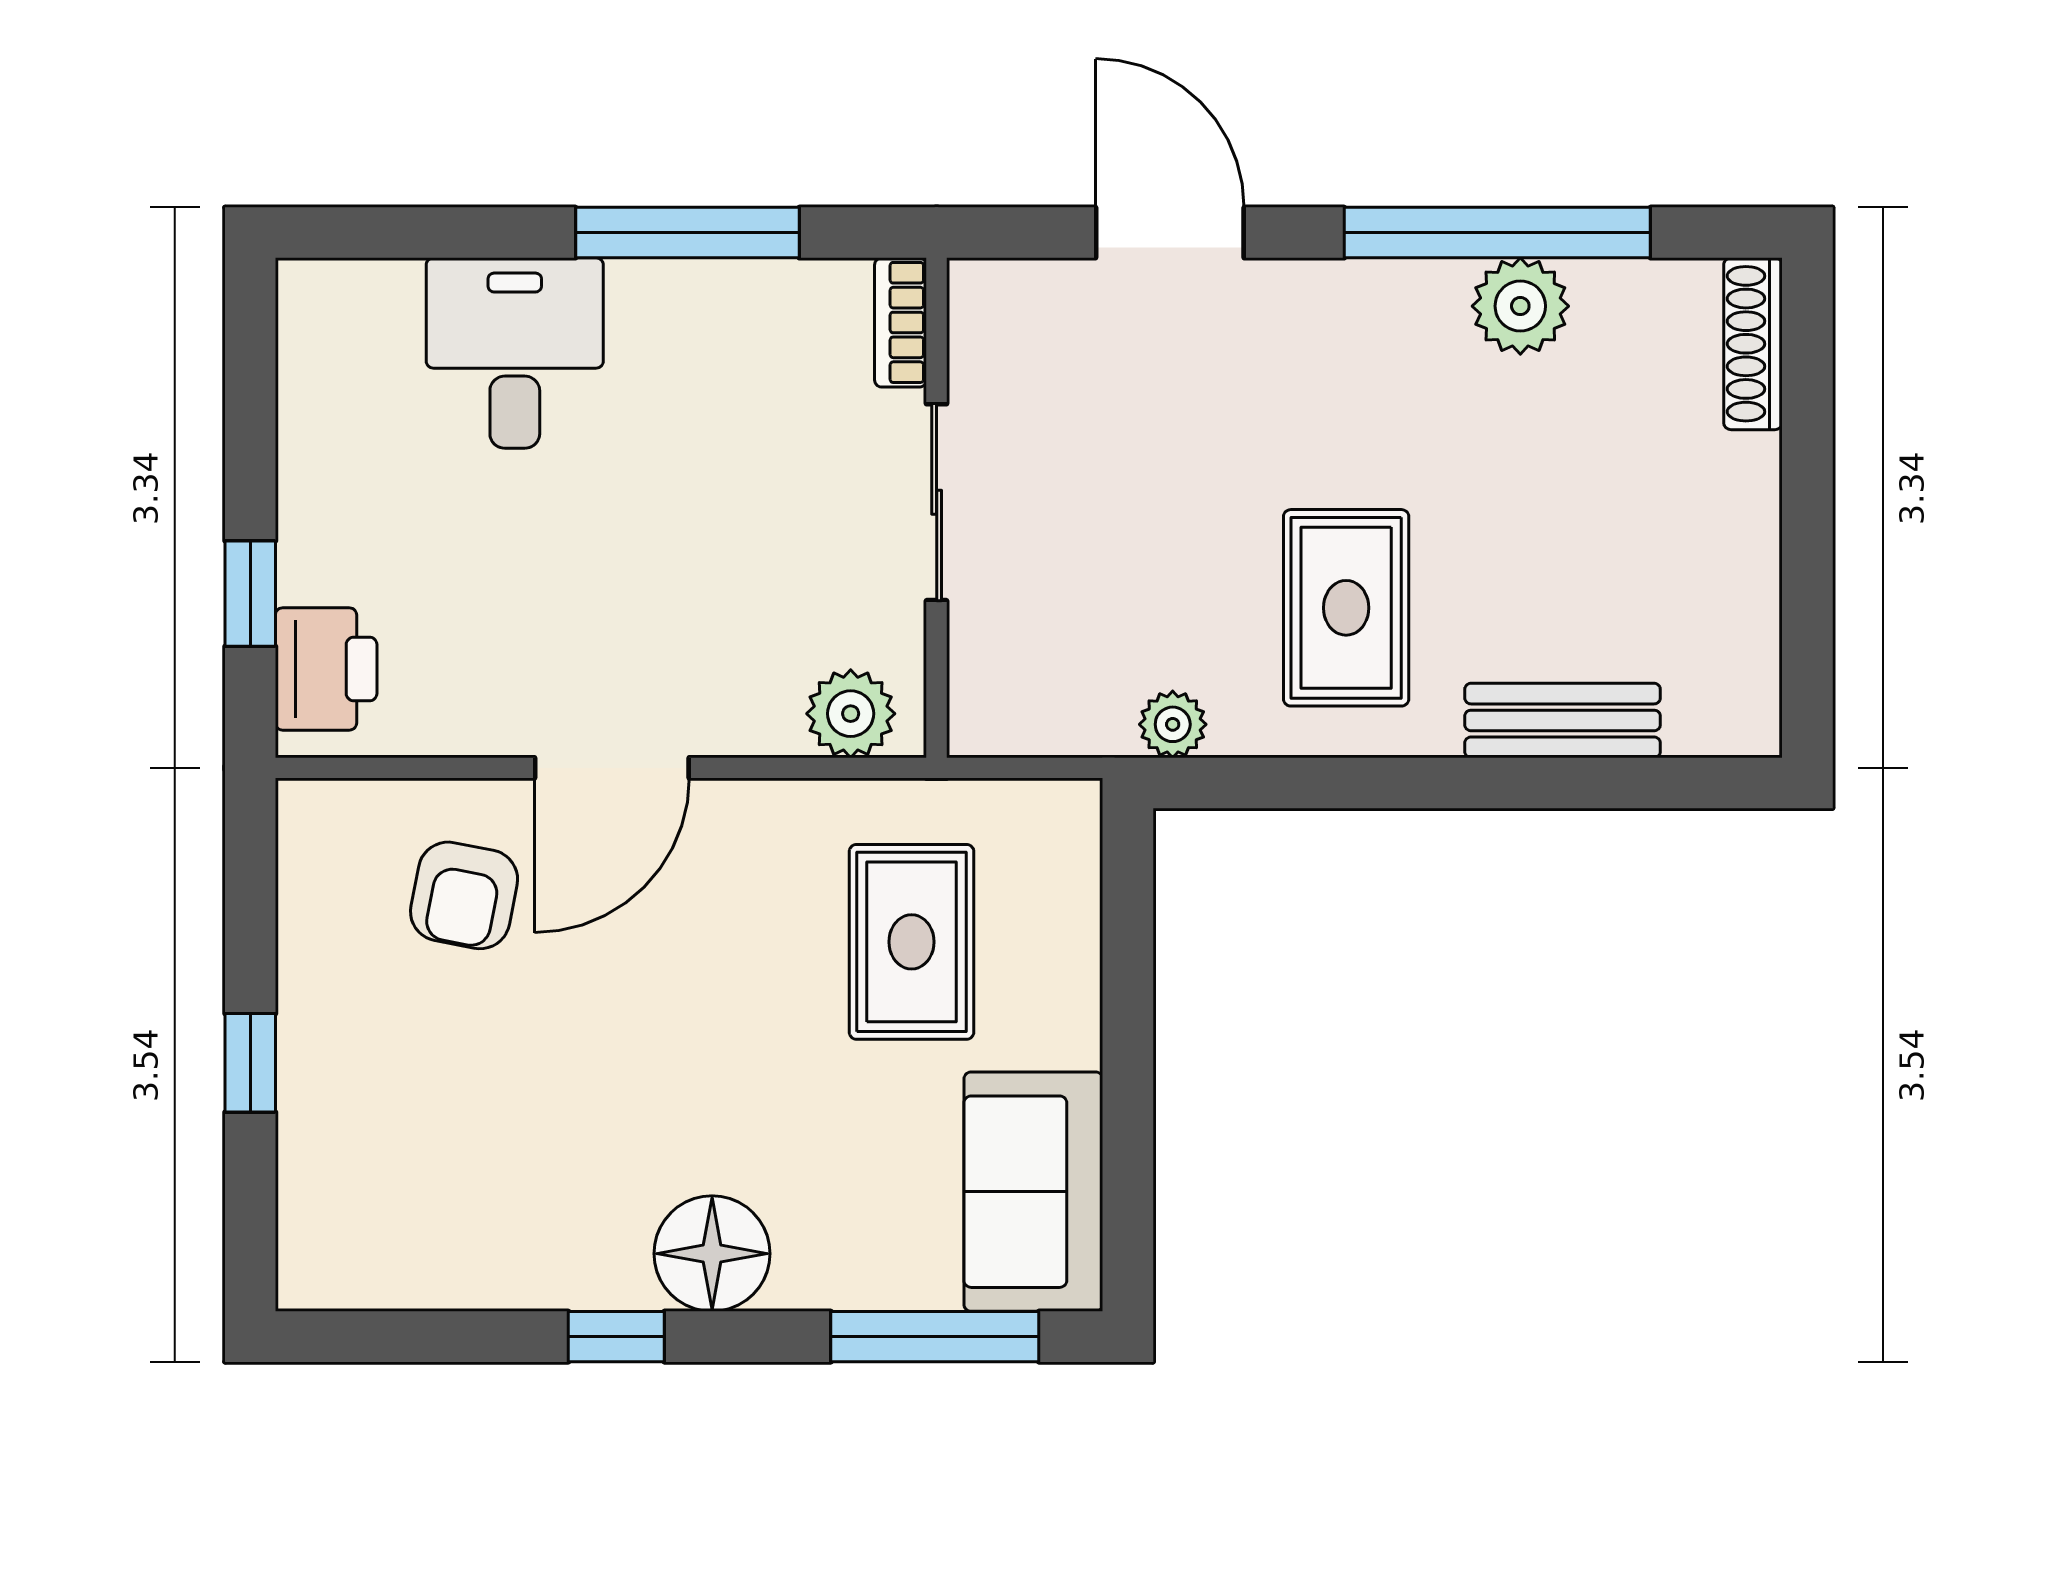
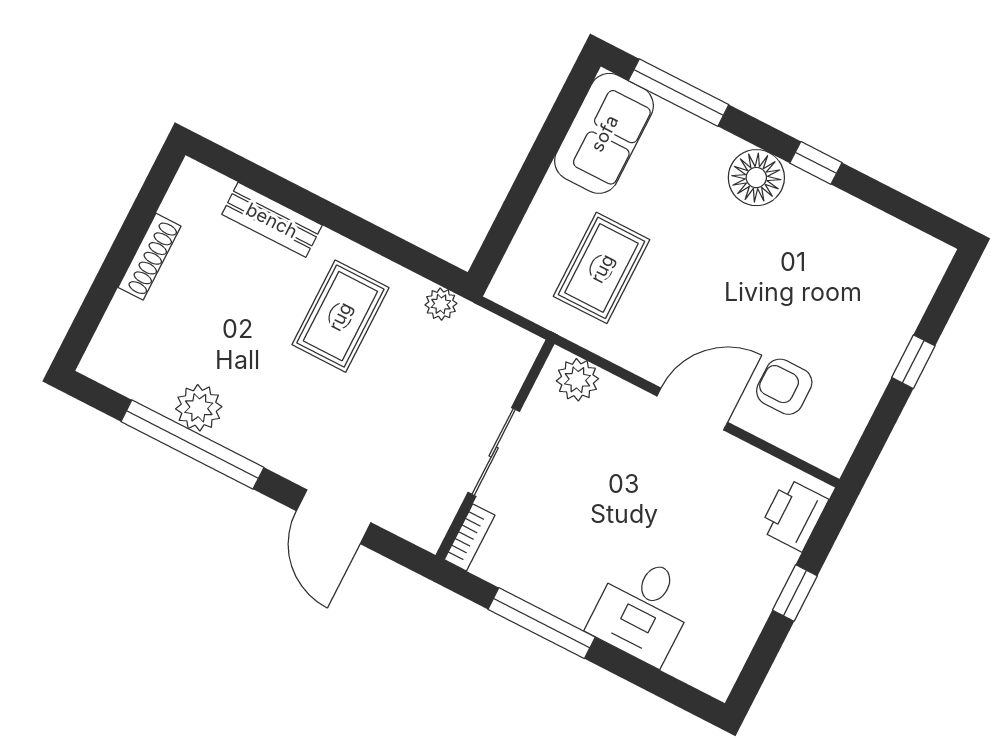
shoe rack: (1753, 344) -> (149, 257), moved
window: (250, 594) -> (795, 593), moved
armchair: (464, 895) -> (784, 387), turned -101

